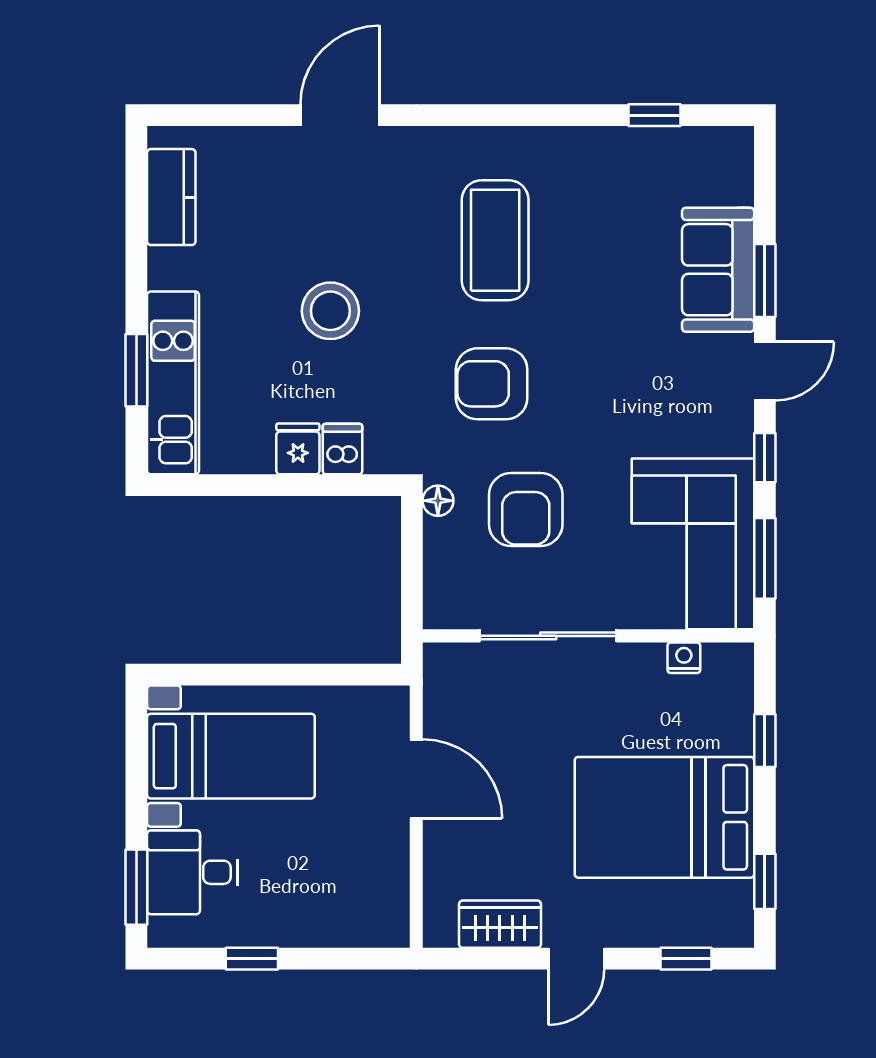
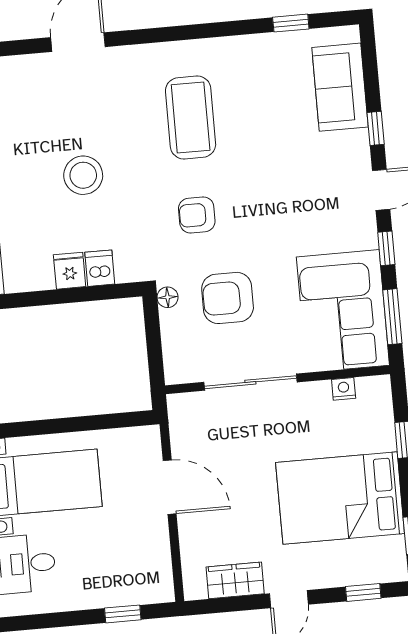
sofa: (718, 270) -> (340, 87), moved
window: (765, 280) -> (376, 128), width x0.67
armchair: (492, 384) -> (197, 215), width x0.72, depth x0.72
armchair: (526, 510) -> (228, 298), turned 90
window: (252, 959) -> (123, 614), moved

